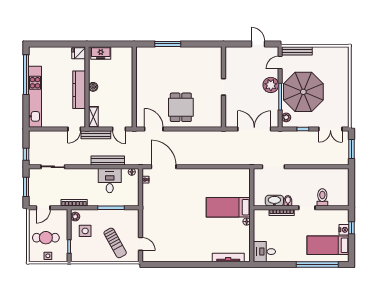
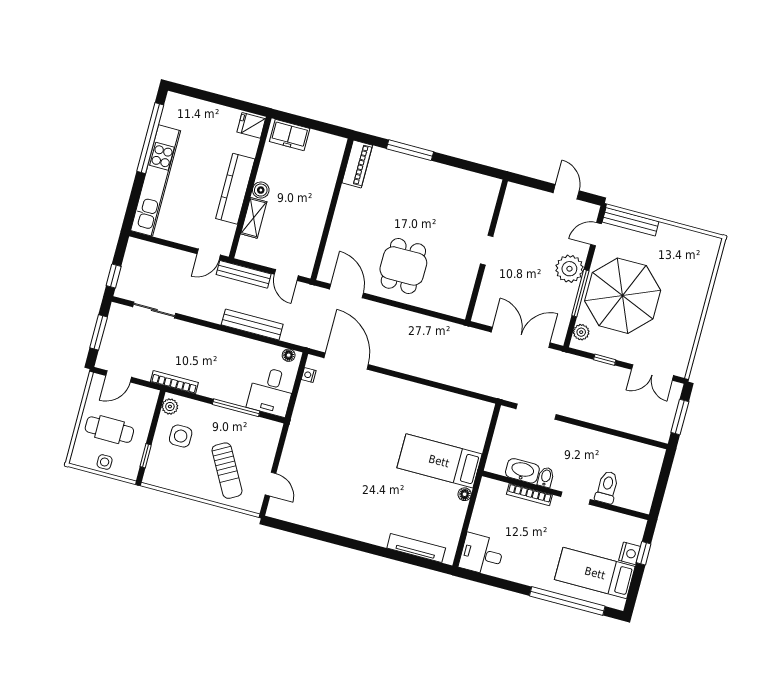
piano: (141, 59) -> (357, 164), added
shelving: (93, 117) -> (254, 218), moved
desk: (110, 181) -> (271, 391), moved, turned 180

